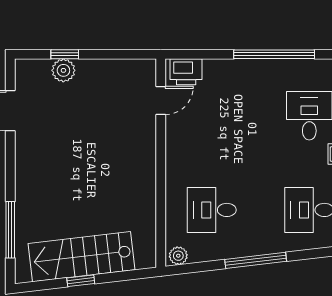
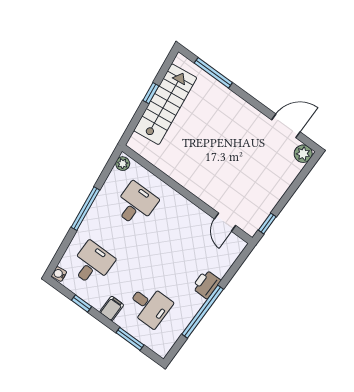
window: (65, 54) -> (267, 223), moved
plant: (63, 70) -> (303, 154), moved
printer: (186, 72) -> (206, 284), moved

